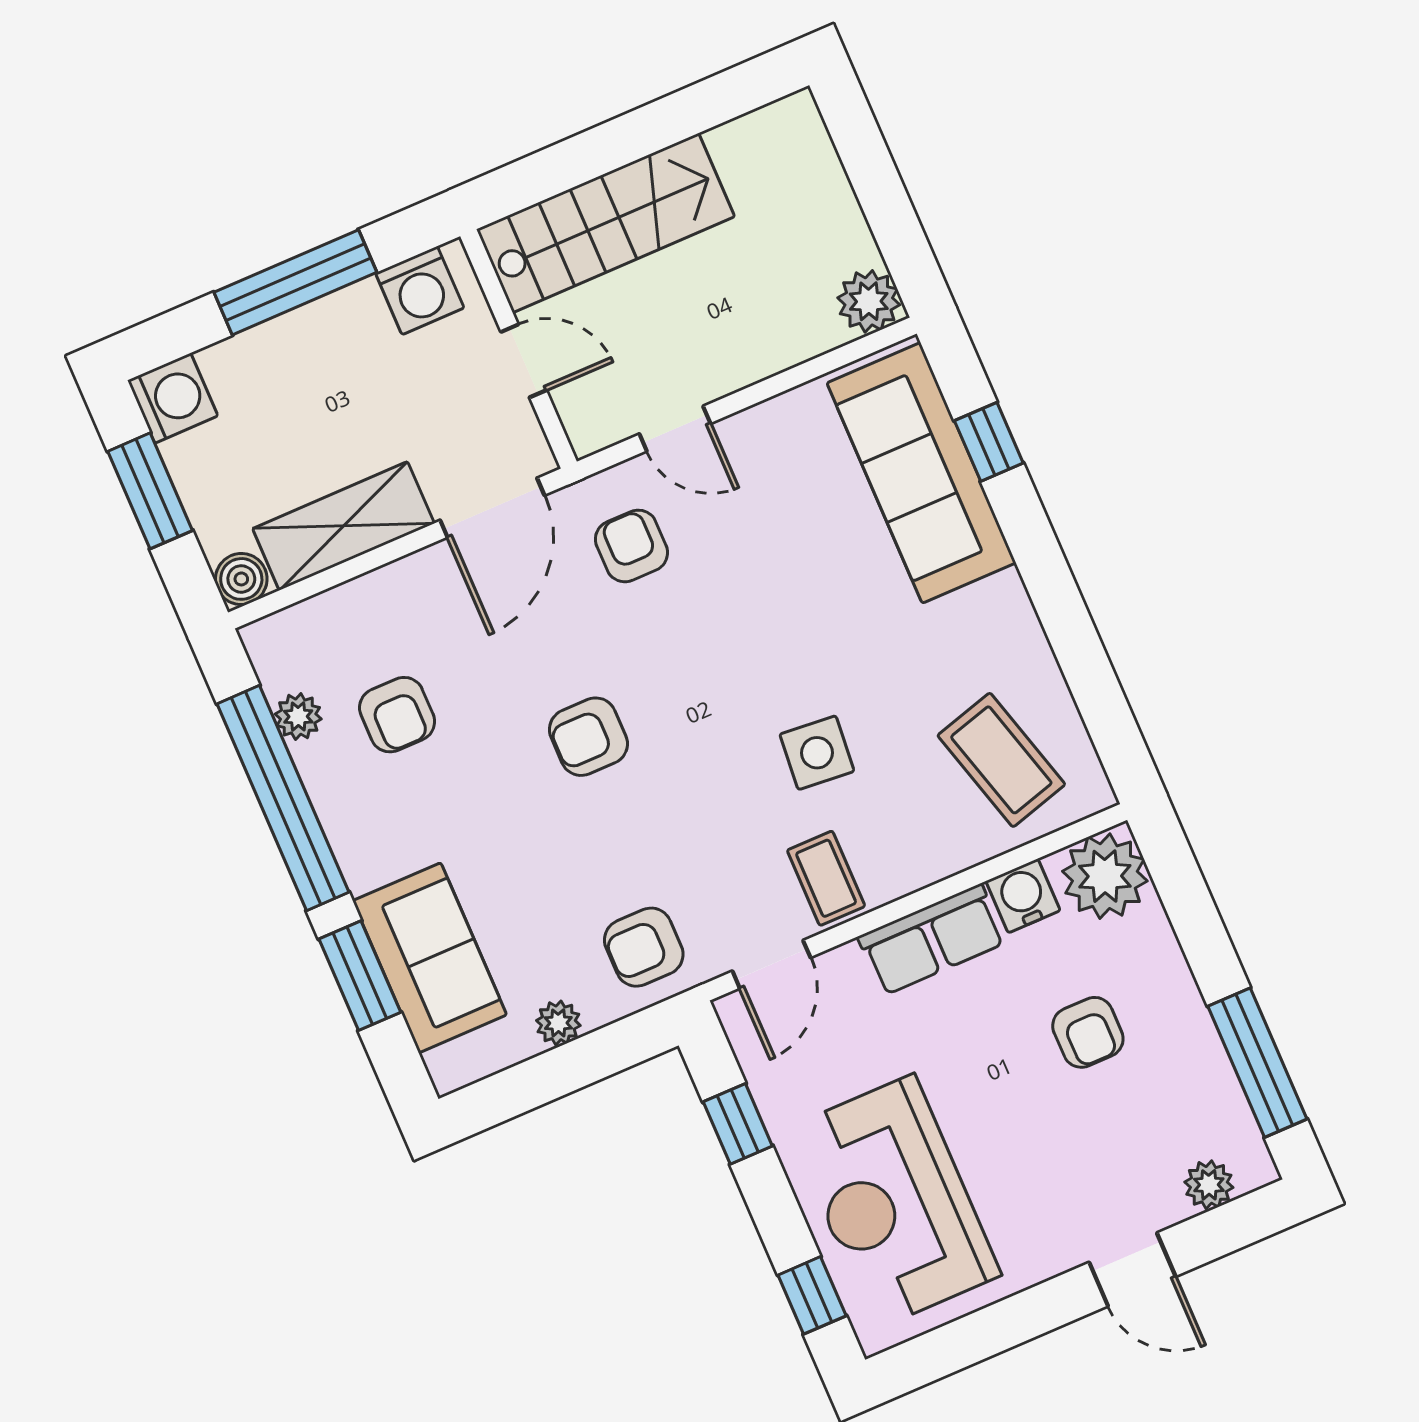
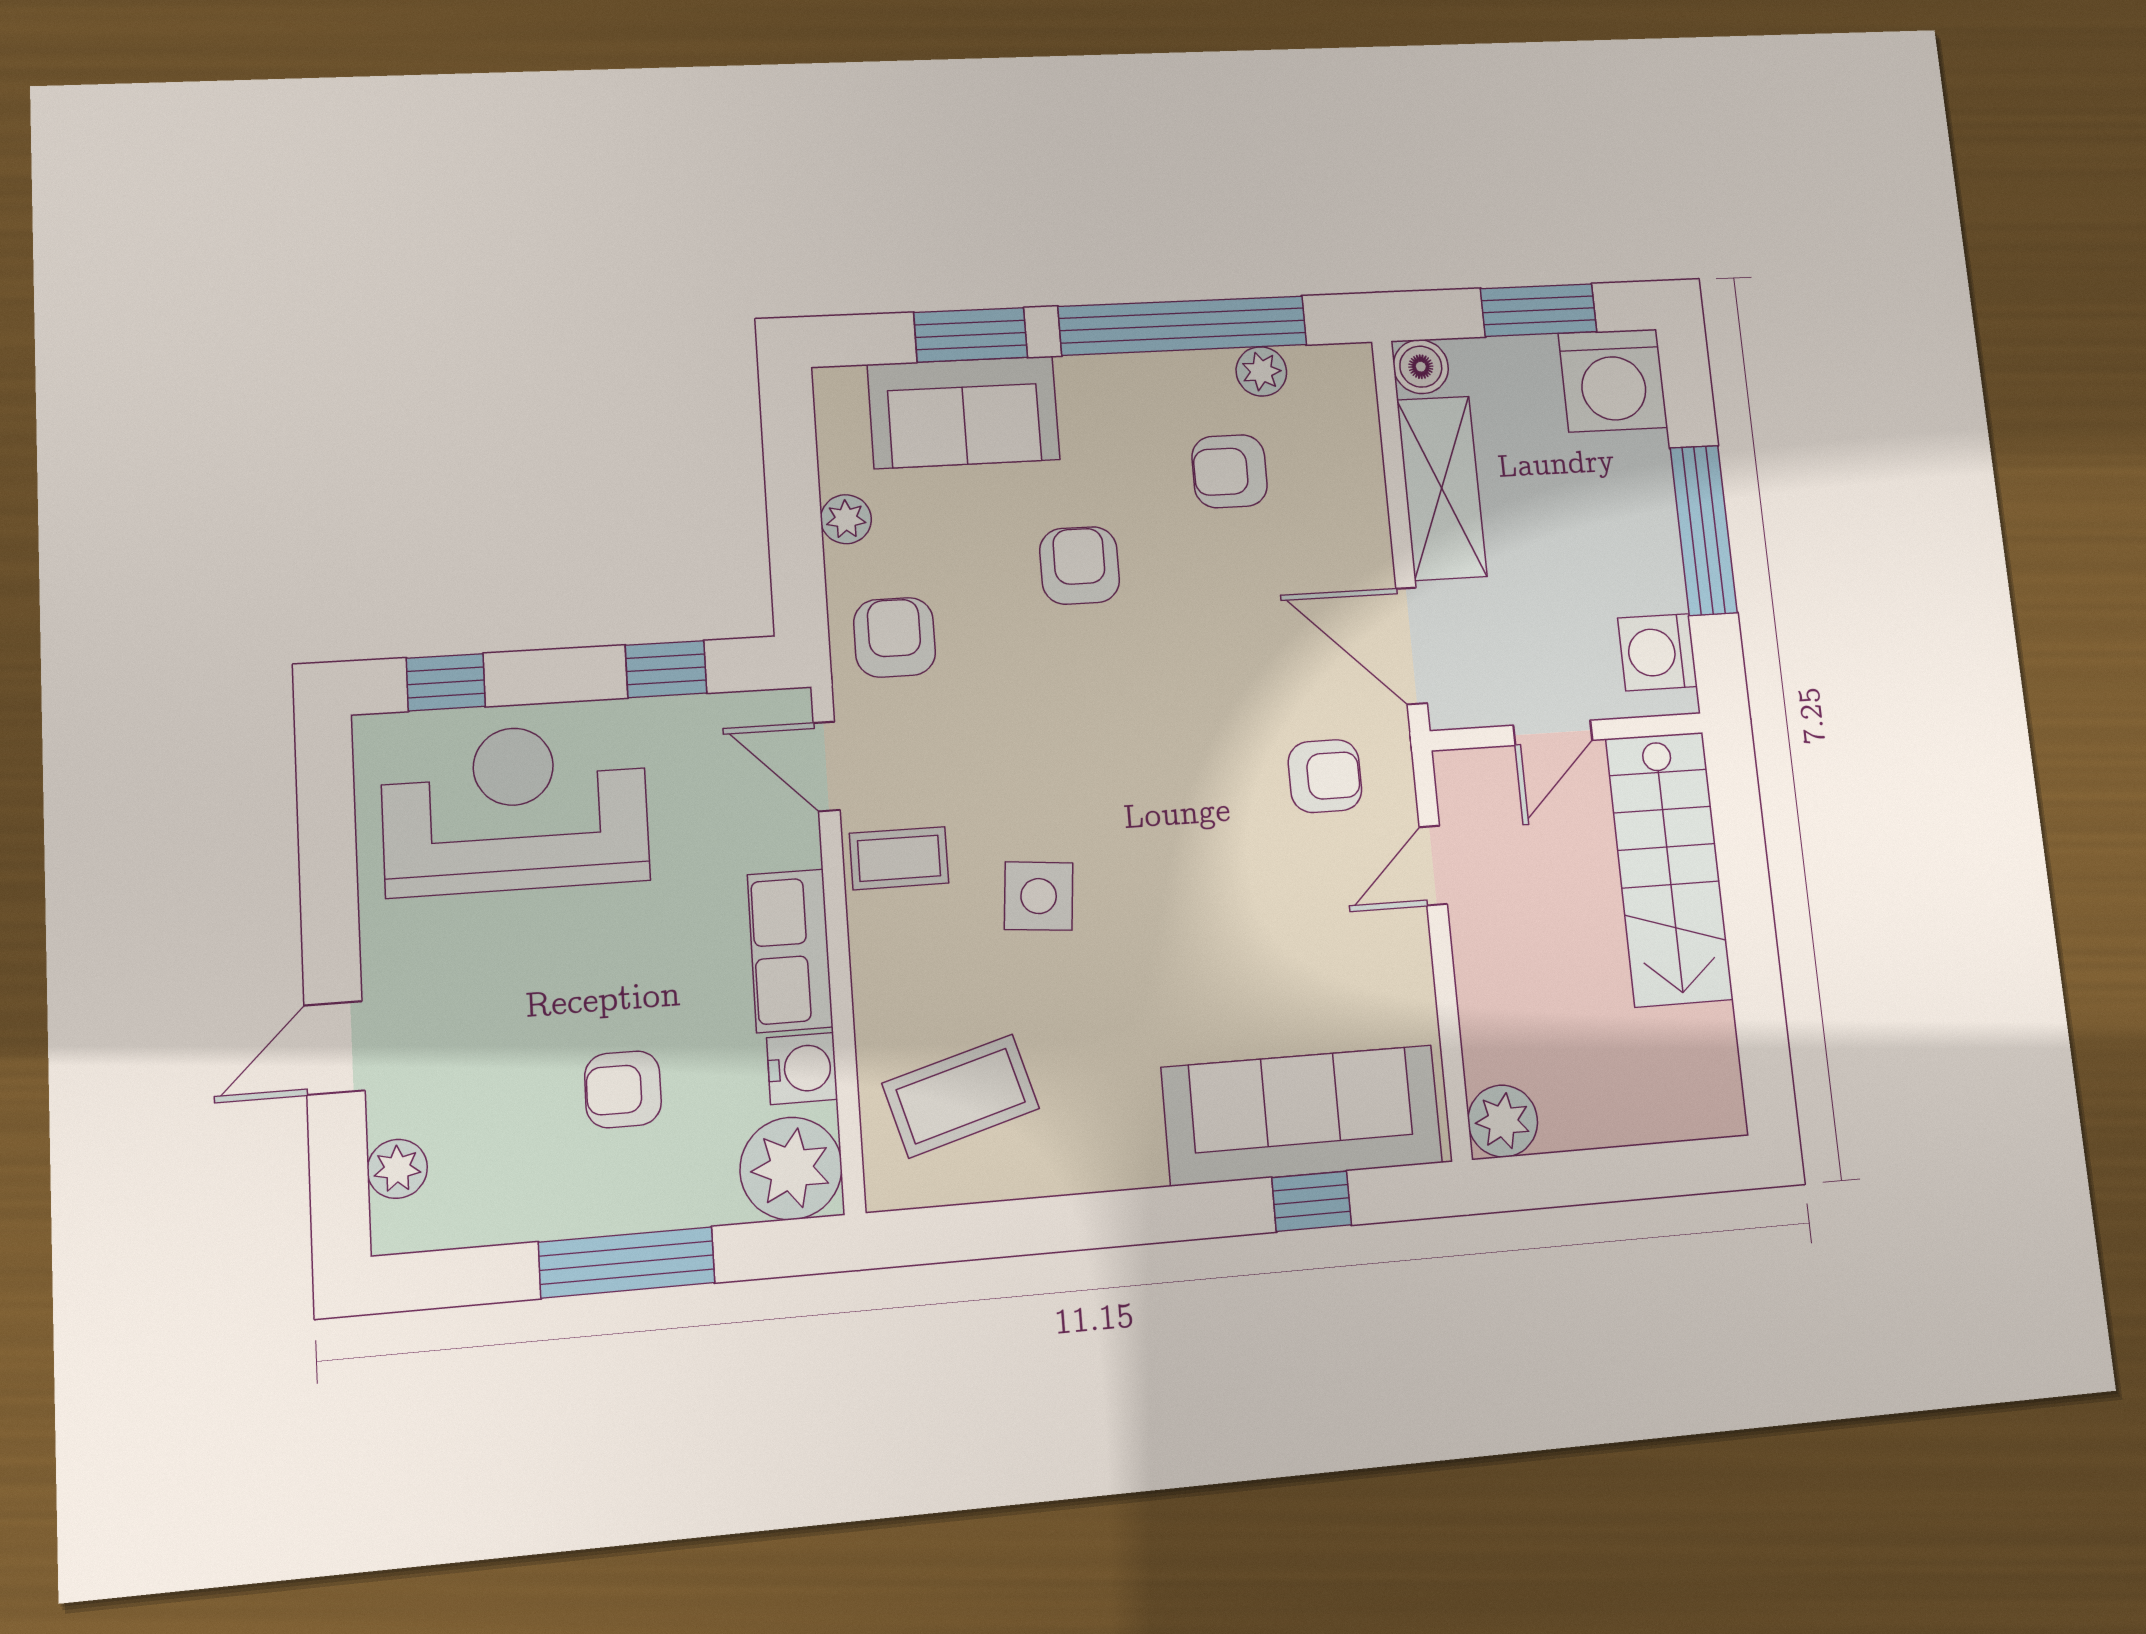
washing machine: (173, 398) -> (1613, 380), width x1.37, depth x1.37
armchair: (588, 737) -> (1080, 566), moved
window: (1257, 1063) -> (627, 1263), moved

